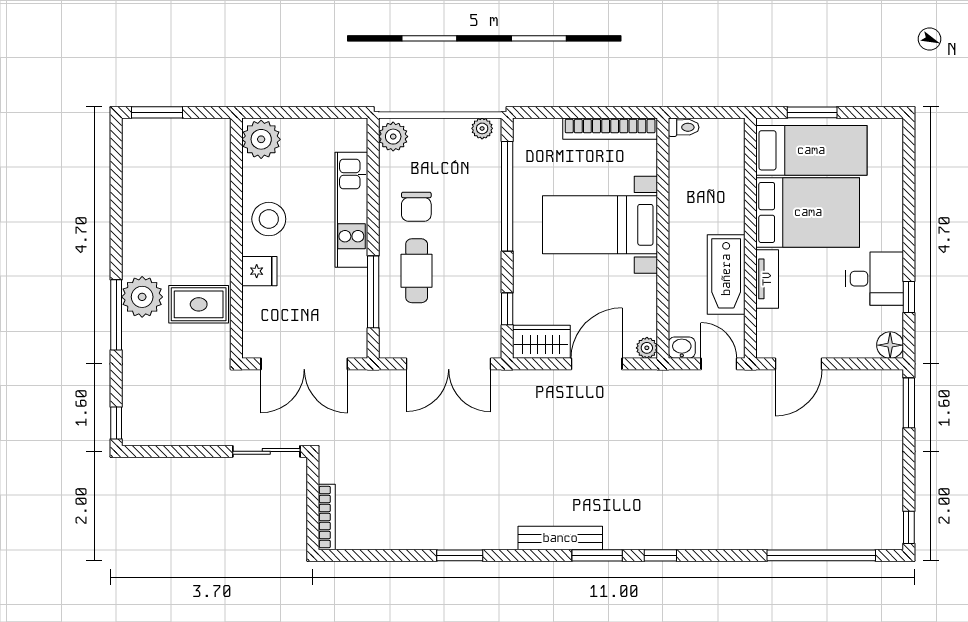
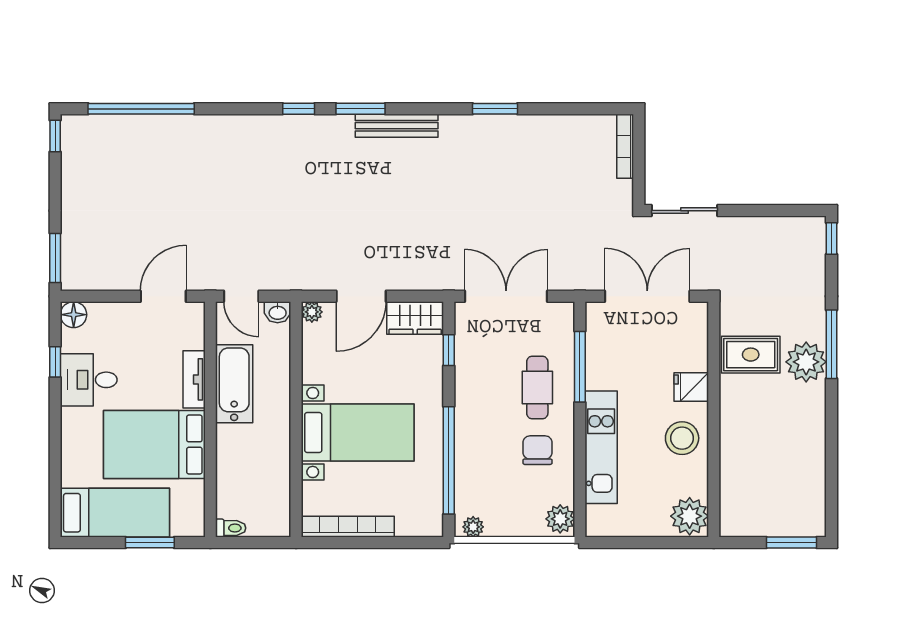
toilet: (684, 127) -> (231, 528), moved, turned 180
bed: (811, 150) -> (115, 513), moved, turned 180

